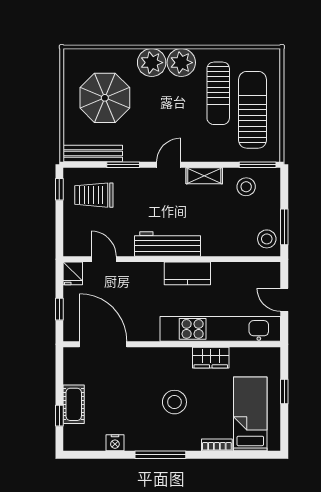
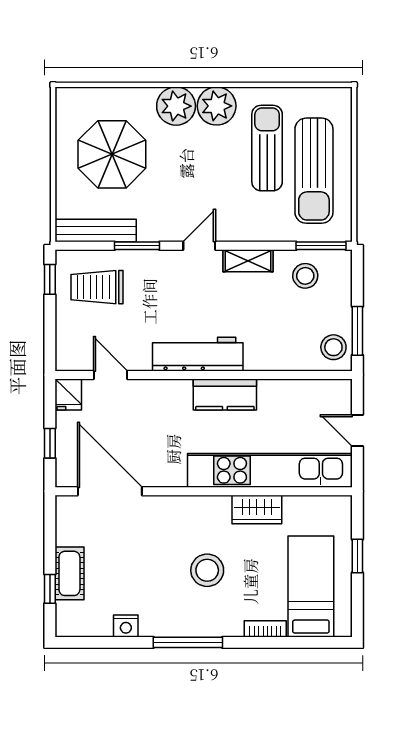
sun lounger: (218, 93) -> (267, 148), turned 180
sun lounger: (253, 110) -> (314, 171), turned 180

